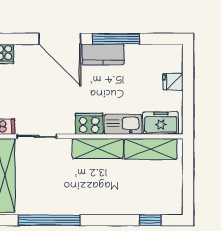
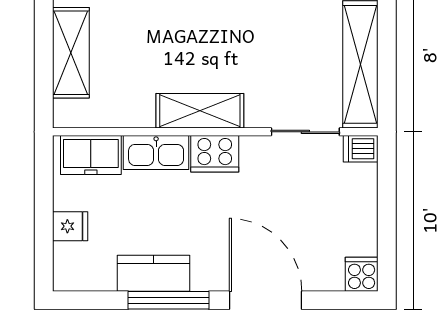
kitchen counter: (103, 55) -> (153, 273), moved
shelving: (151, 149) -> (71, 53), moved, turned 90

